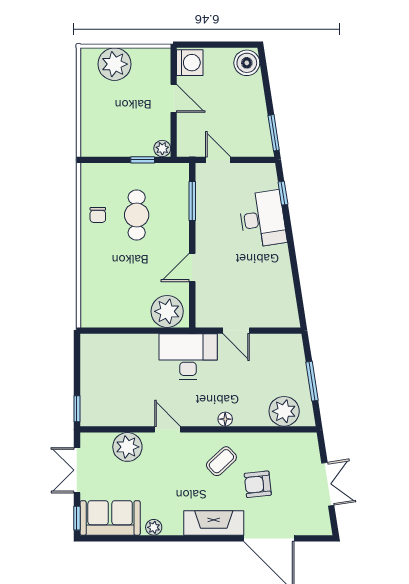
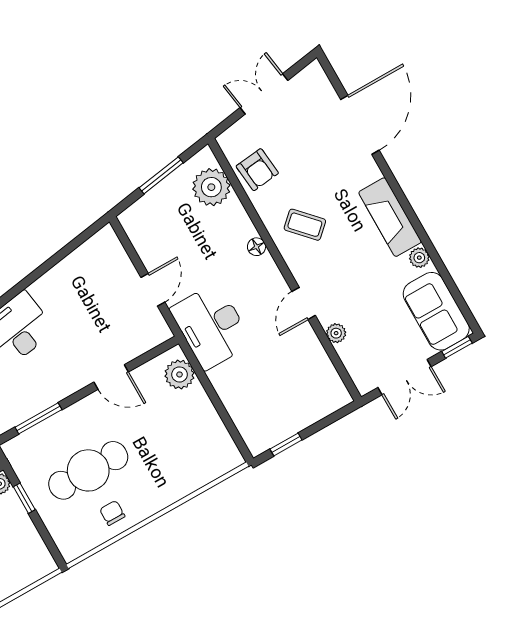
chair: (98, 215) -> (112, 513), turned -90
cafe table: (137, 215) -> (88, 470), width x1.37, depth x1.35
plant: (167, 311) -> (180, 374), width x0.73, depth x0.73
window: (77, 409) -> (286, 444), moved
plant: (127, 447) -> (336, 333), width x0.53, depth x0.53
armchair: (258, 484) -> (257, 170), moved
fireplace: (214, 523) -> (390, 217), moved

